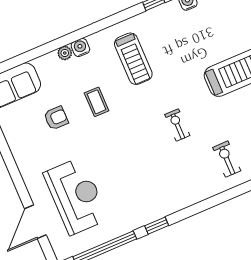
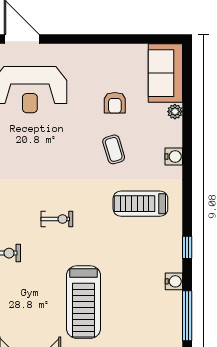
plant: (65, 53) -> (175, 112), moved
coffee table: (97, 102) -> (114, 149), turned 73

